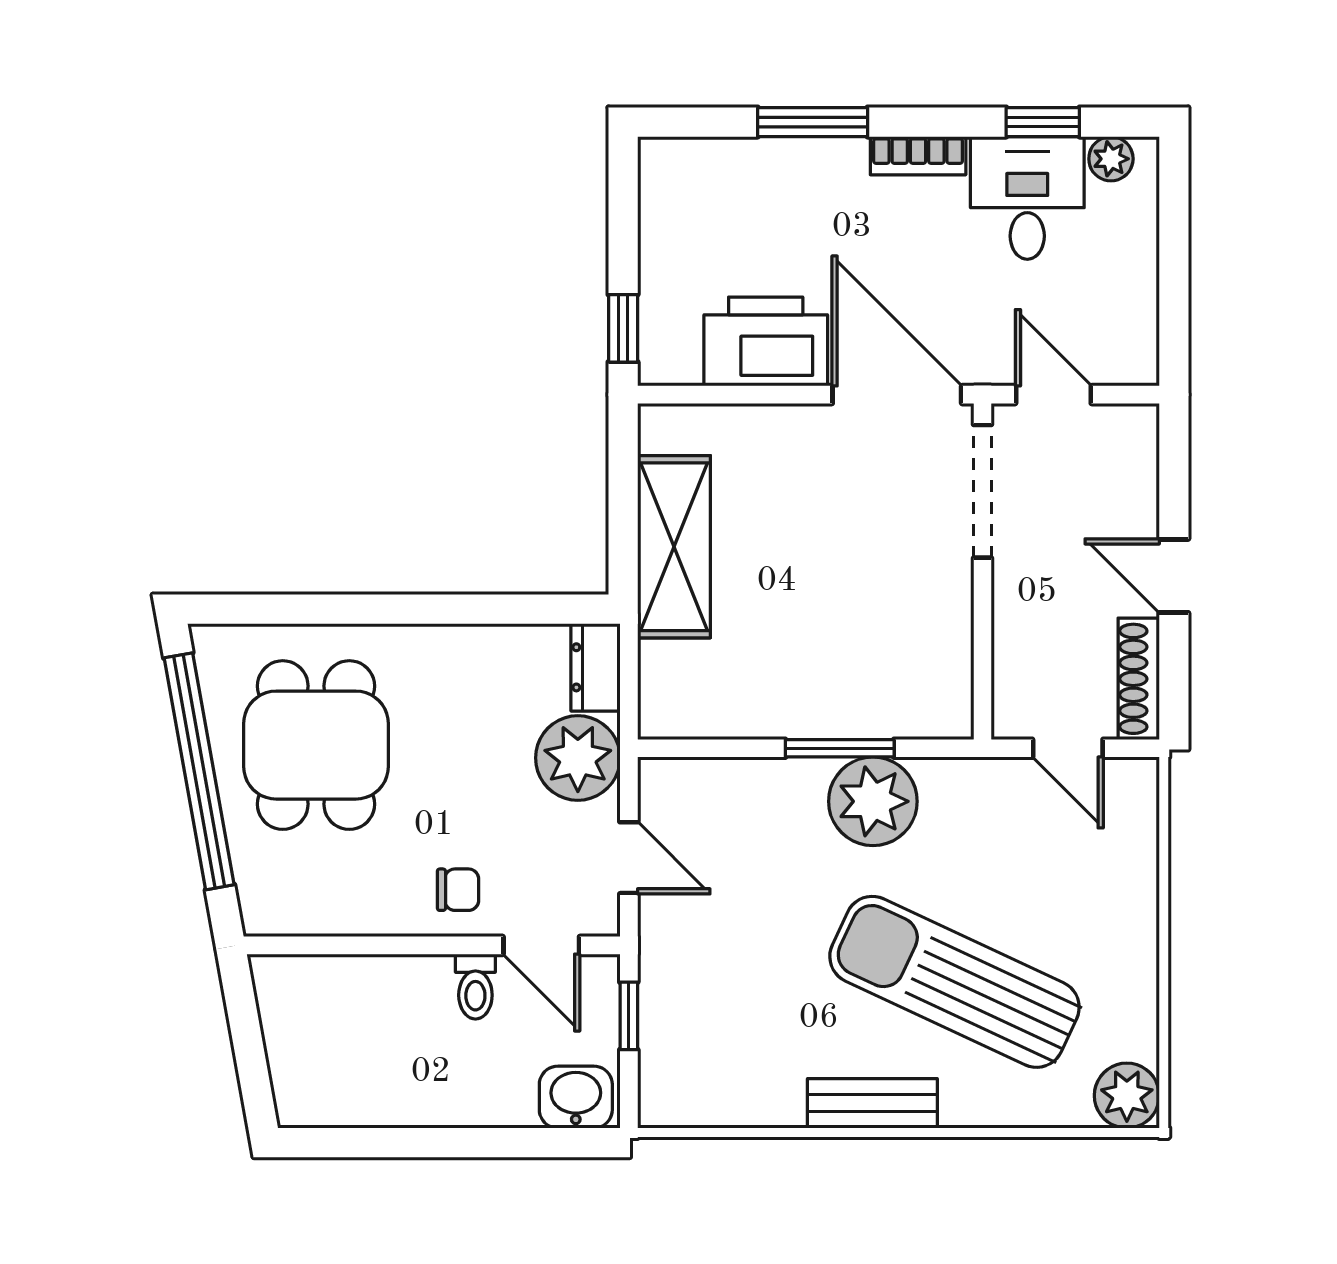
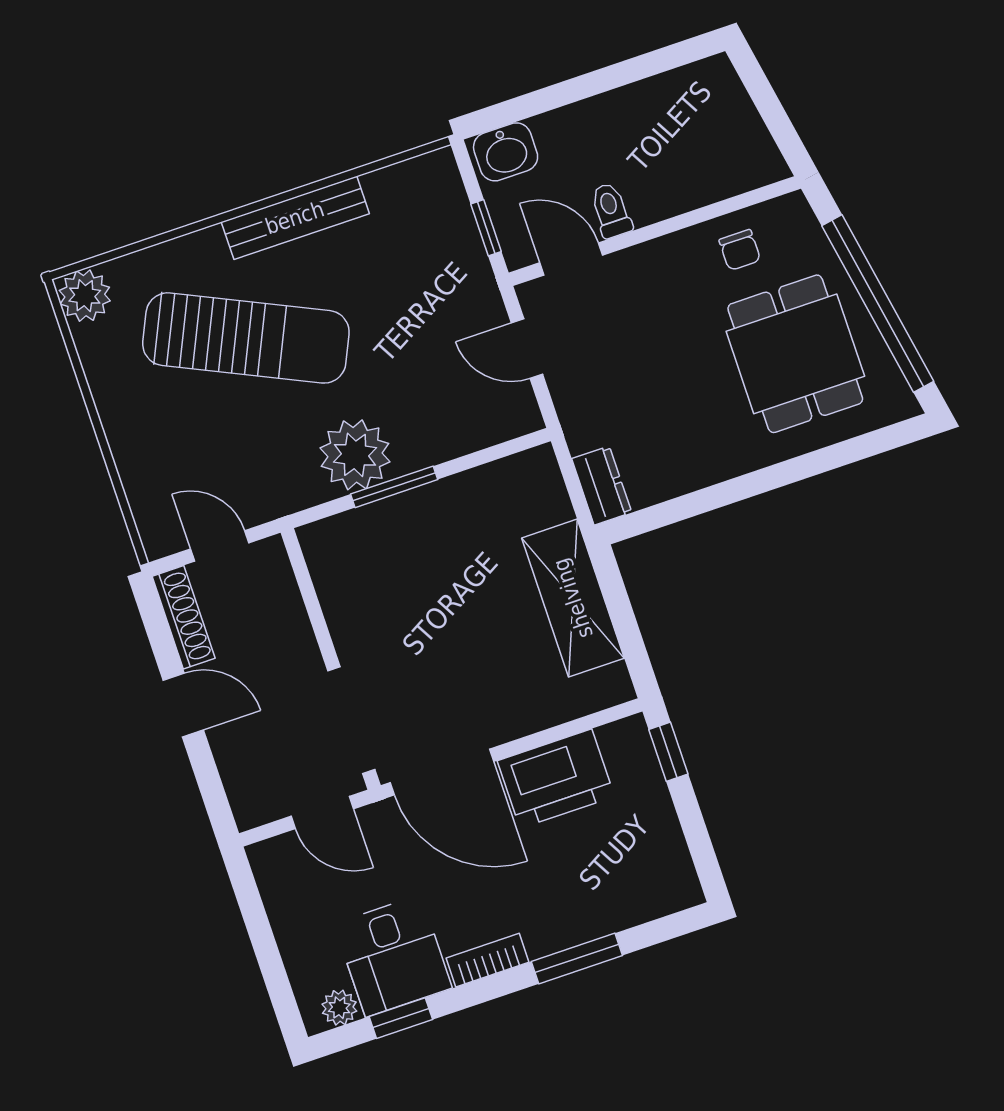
plant: (578, 758) -> (592, 412), removed
chair: (458, 890) -> (740, 250), moved, turned -90
bench: (872, 1103) -> (295, 218), width x1.36

